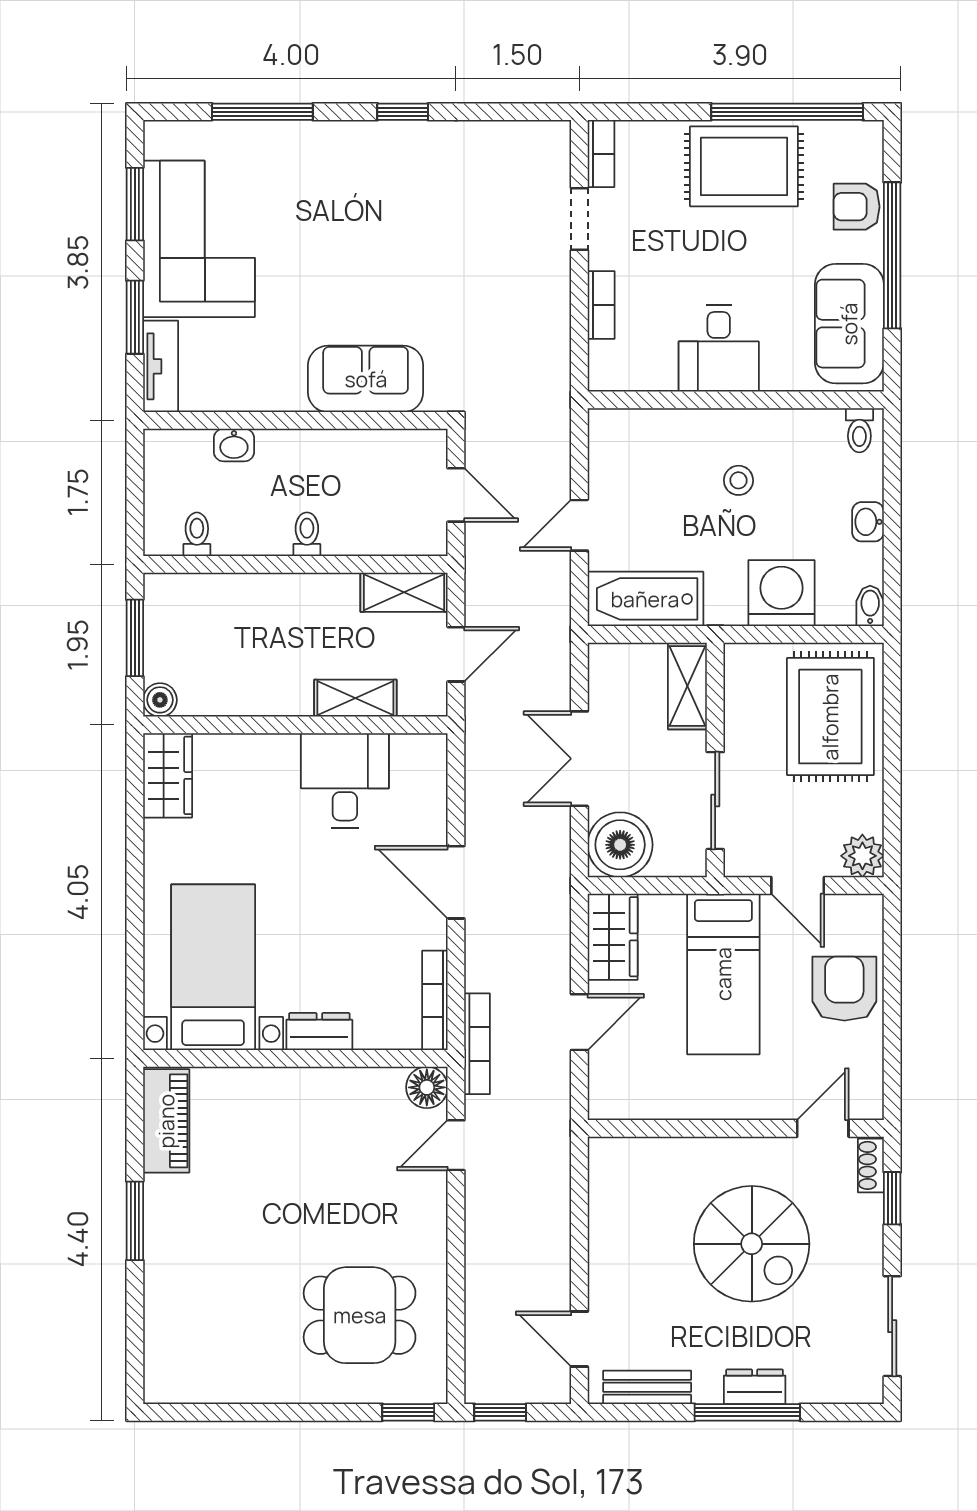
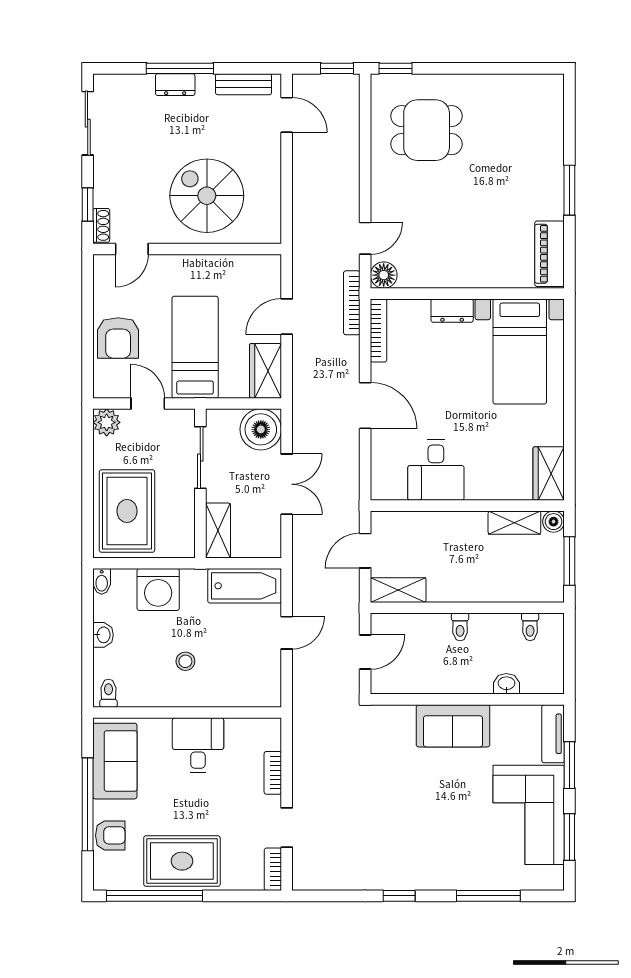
sofa: (366, 379) -> (453, 726), moved
door: (456, 495) -> (365, 652), swing flipped
shelving: (355, 698) -> (514, 523), moved
spiral stairs: (752, 1244) -> (207, 196), moved

